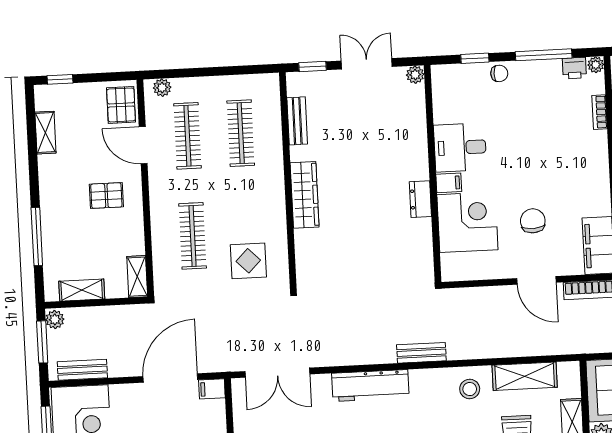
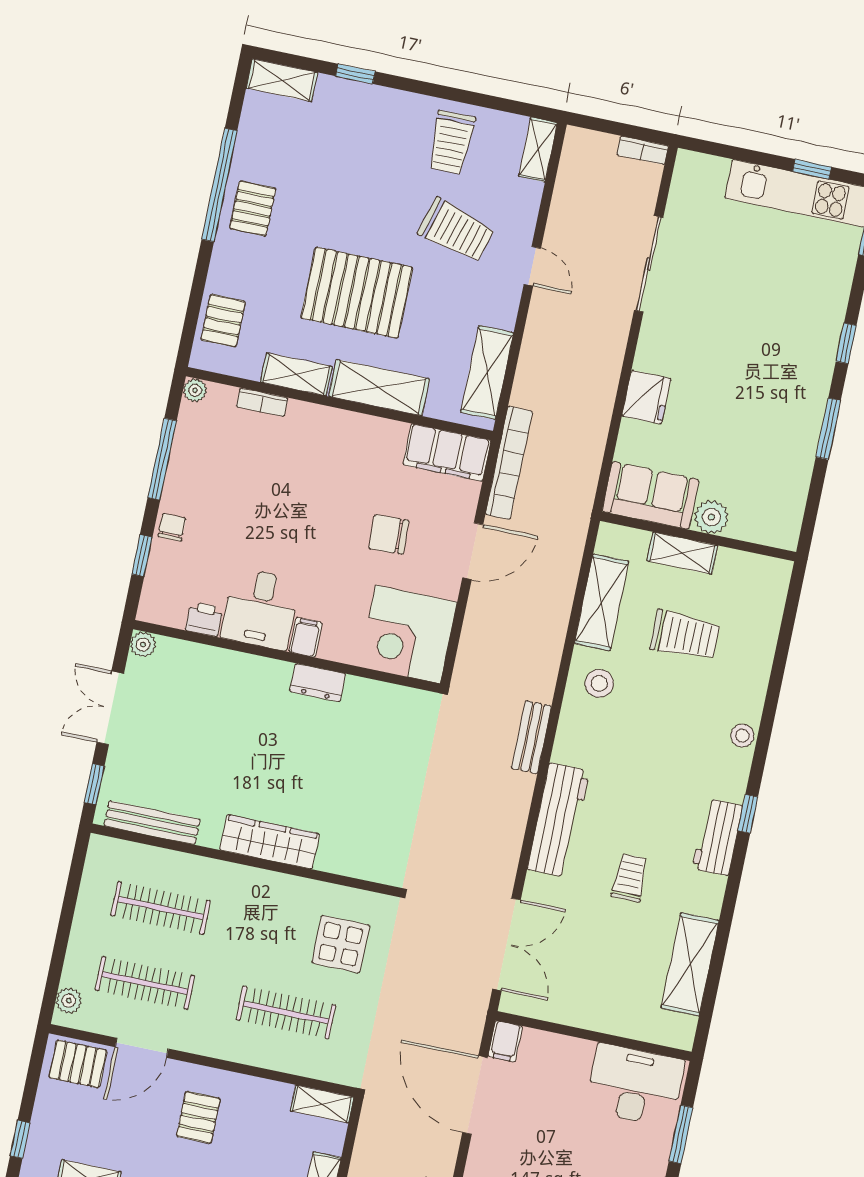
printer: (574, 68) -> (204, 619), moved, turned -90
bench: (297, 121) -> (152, 823), width x1.36
corner desk: (467, 222) -> (408, 634), moved, turned -90

